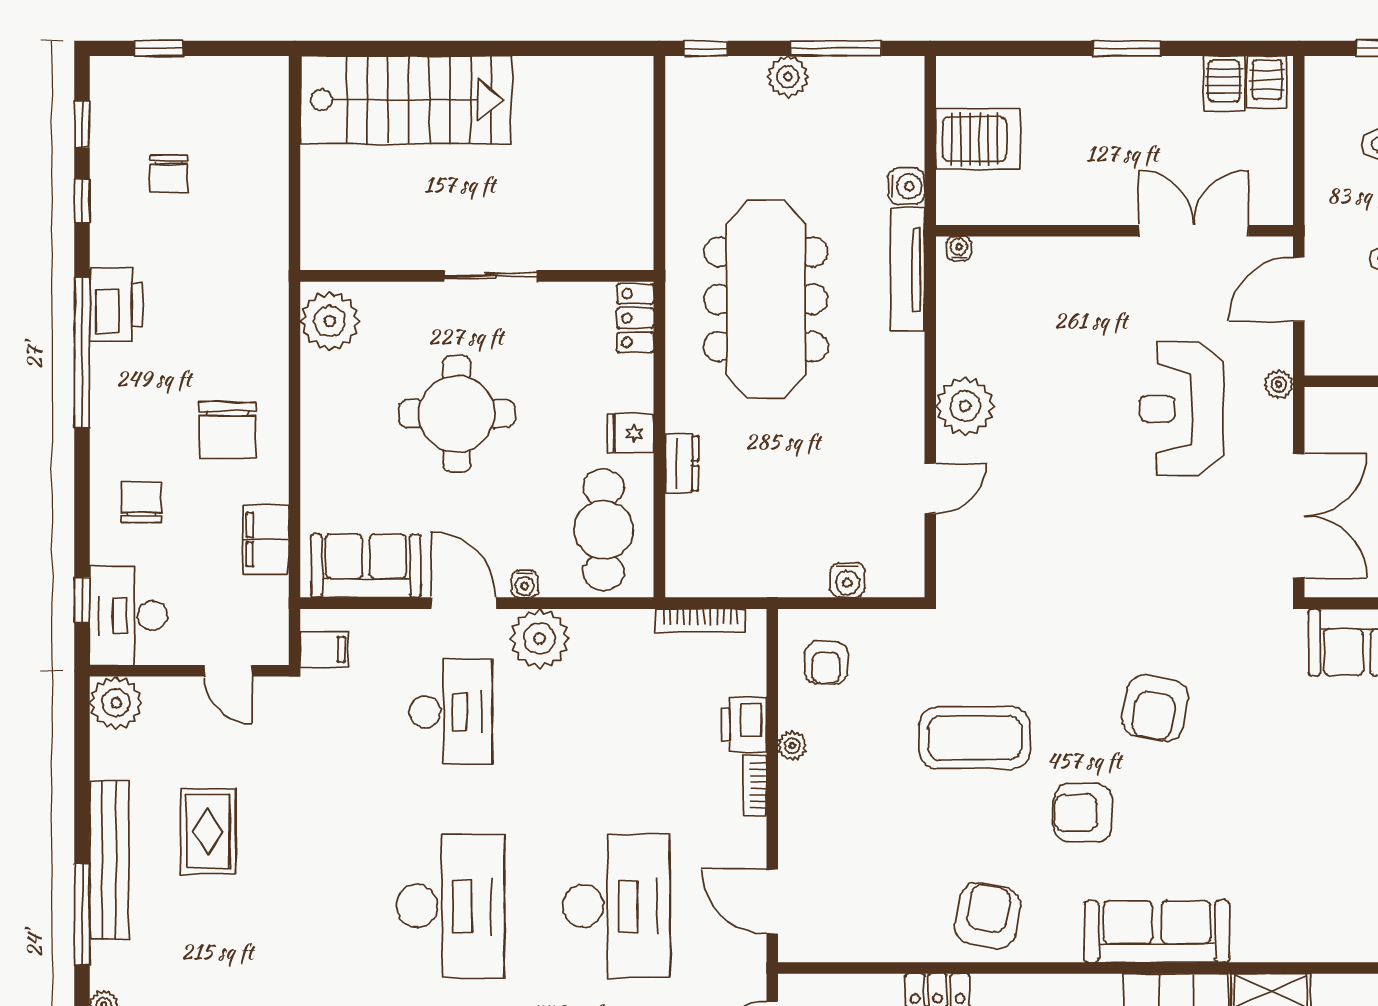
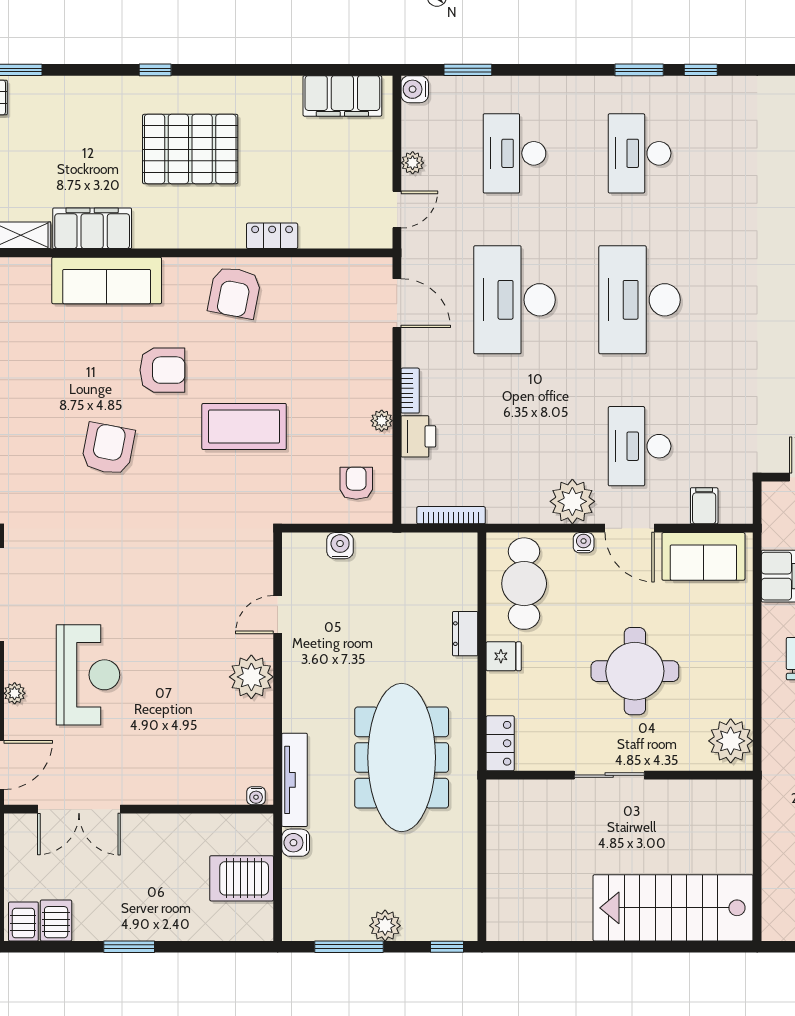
filing cabinet: (324, 649) -> (704, 506), moved, turned 90

